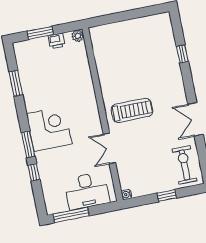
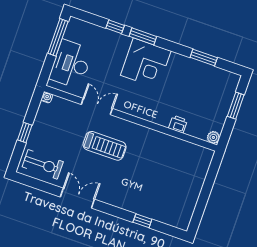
printer: (57, 41) -> (178, 124), moved, turned 90
treadmill: (132, 110) -> (105, 146), moved, turned -90

